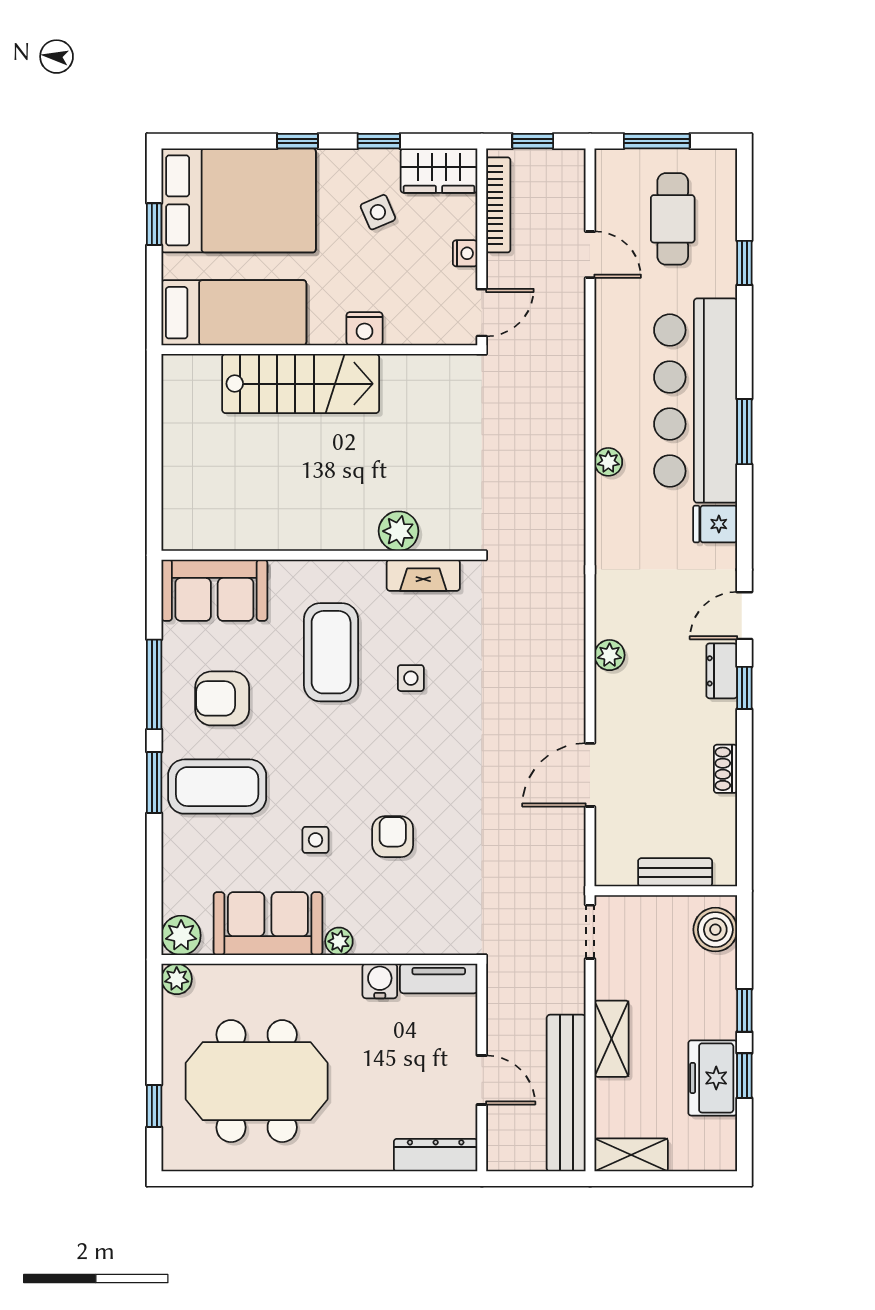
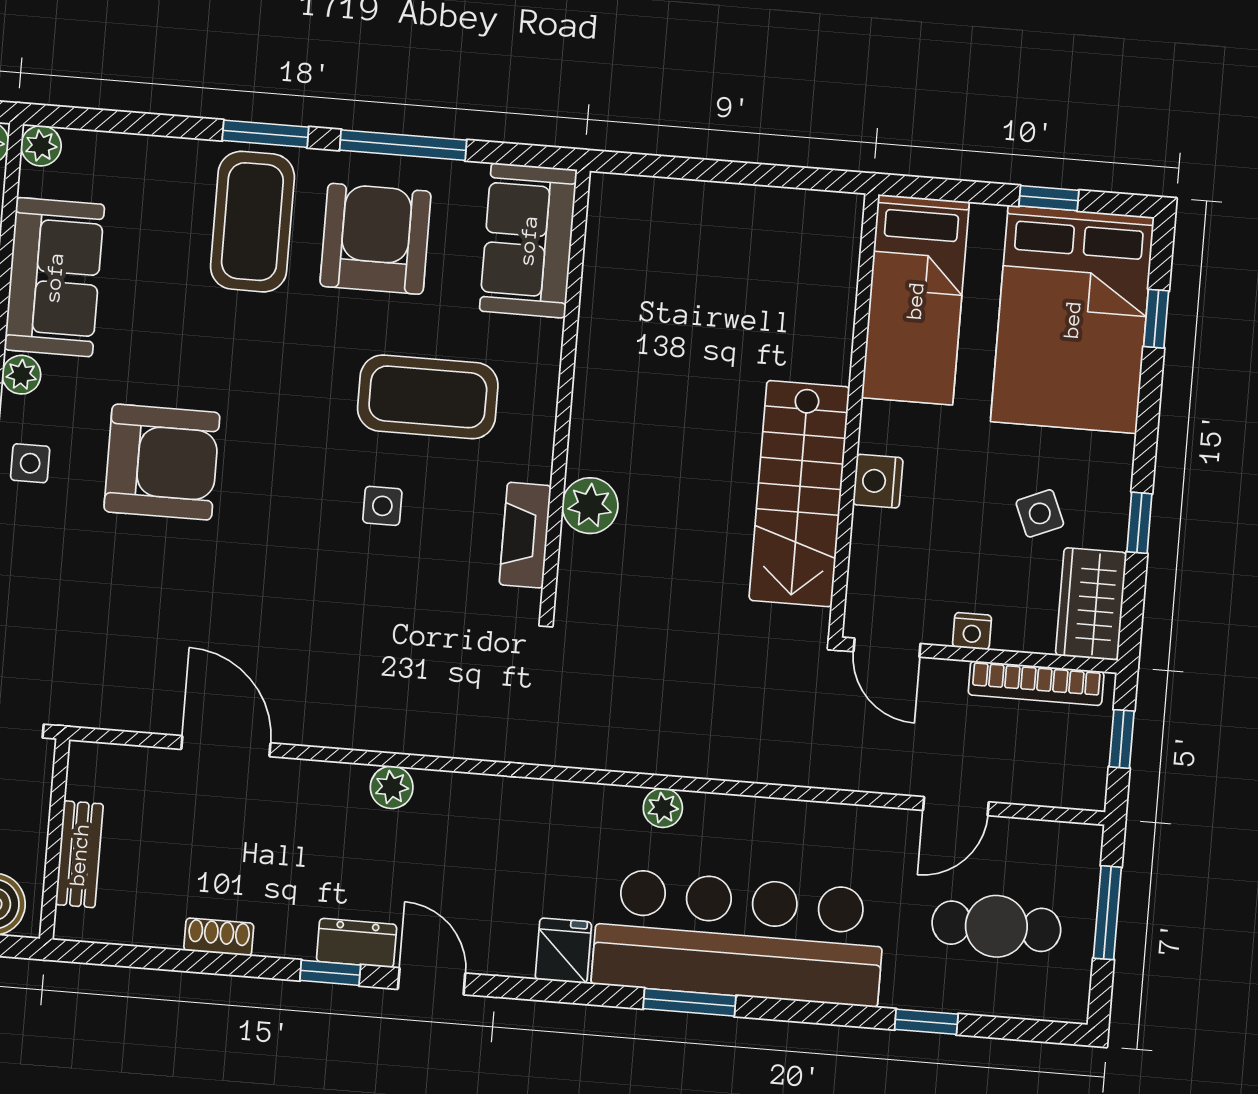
window: (297, 141) -> (1156, 319), moved
stairs: (301, 384) -> (799, 494), moved
armchair: (222, 698) -> (375, 239), width x1.36, depth x1.36
armchair: (393, 837) -> (162, 462), width x1.88, depth x1.88
side table: (316, 840) -> (30, 463), moved
plant: (181, 935) -> (41, 146), width x0.73, depth x0.73

